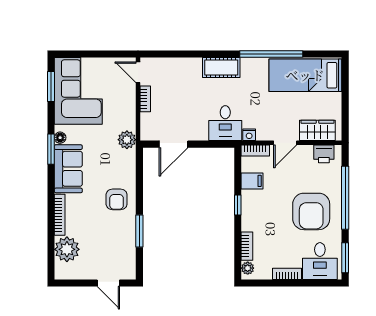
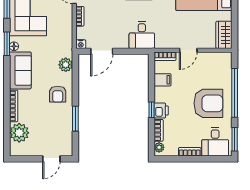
wardrobe: (317, 130) -> (224, 35), moved, turned -90
nightstand: (249, 135) -> (81, 44), moved
plant: (127, 140) -> (66, 65), moved
window: (51, 149) -> (7, 44), moved
printer: (324, 154) -> (161, 110), moved, turned -90
window: (238, 205) -> (152, 110), moved
armchair: (311, 211) -> (208, 103), turned -90
door: (108, 283) -> (51, 159), hinge flipped

